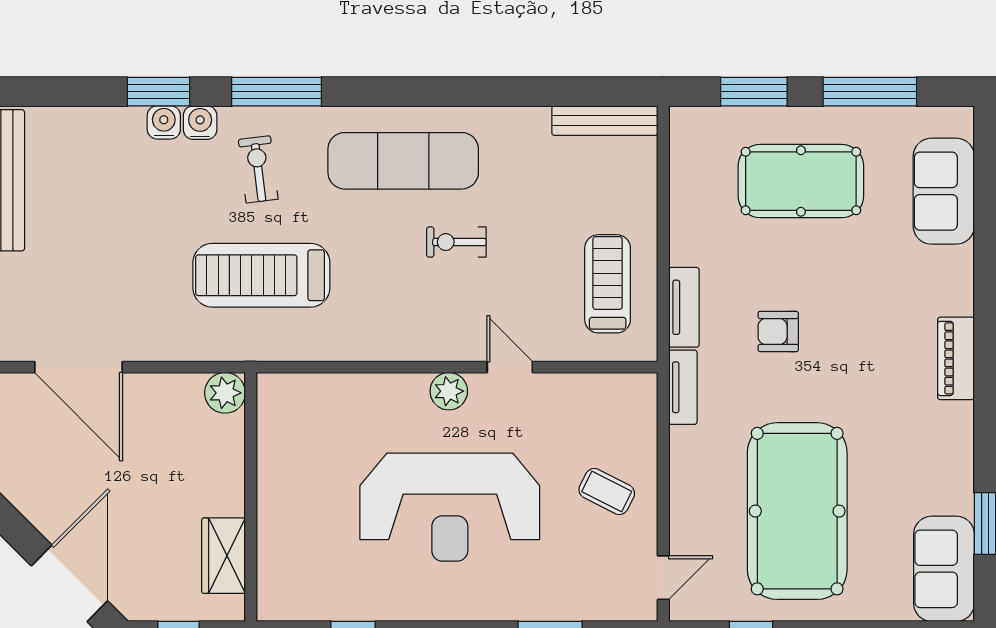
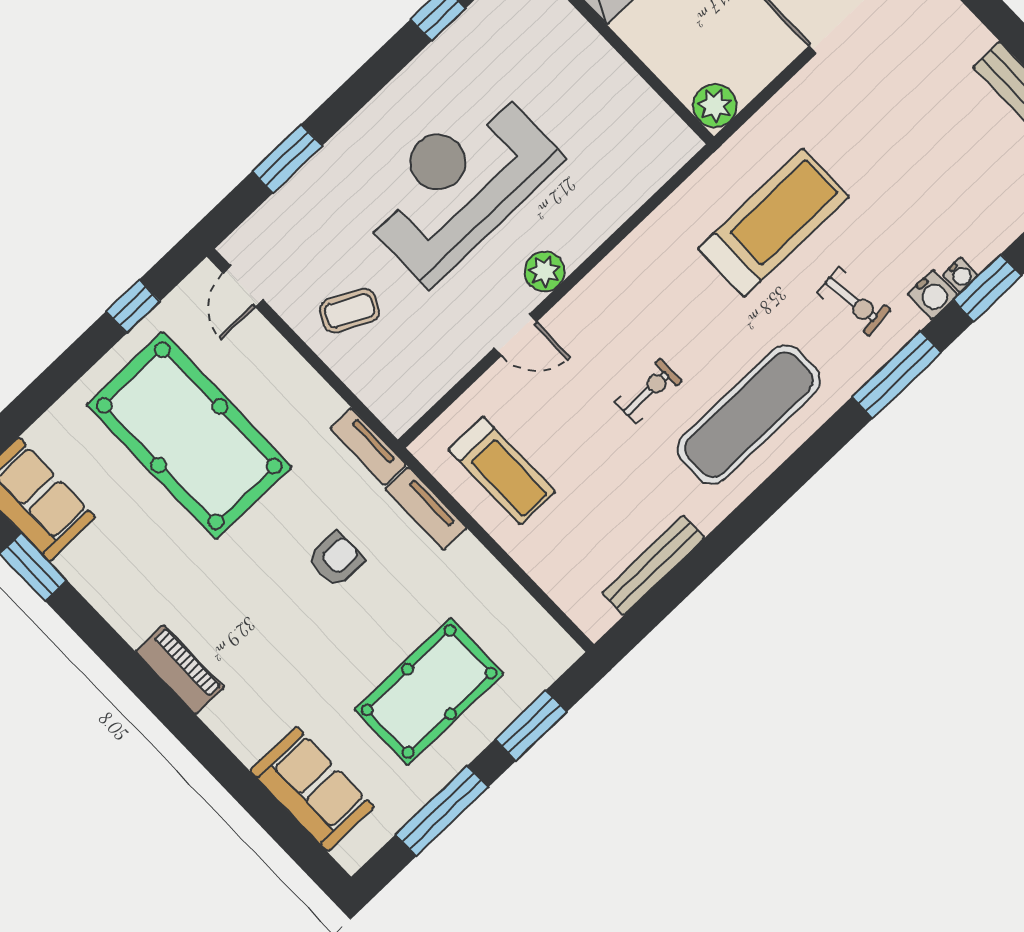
bench: (605, 121) -> (653, 565), moved
water cooler: (164, 122) -> (960, 275), width x0.72, depth x0.72

